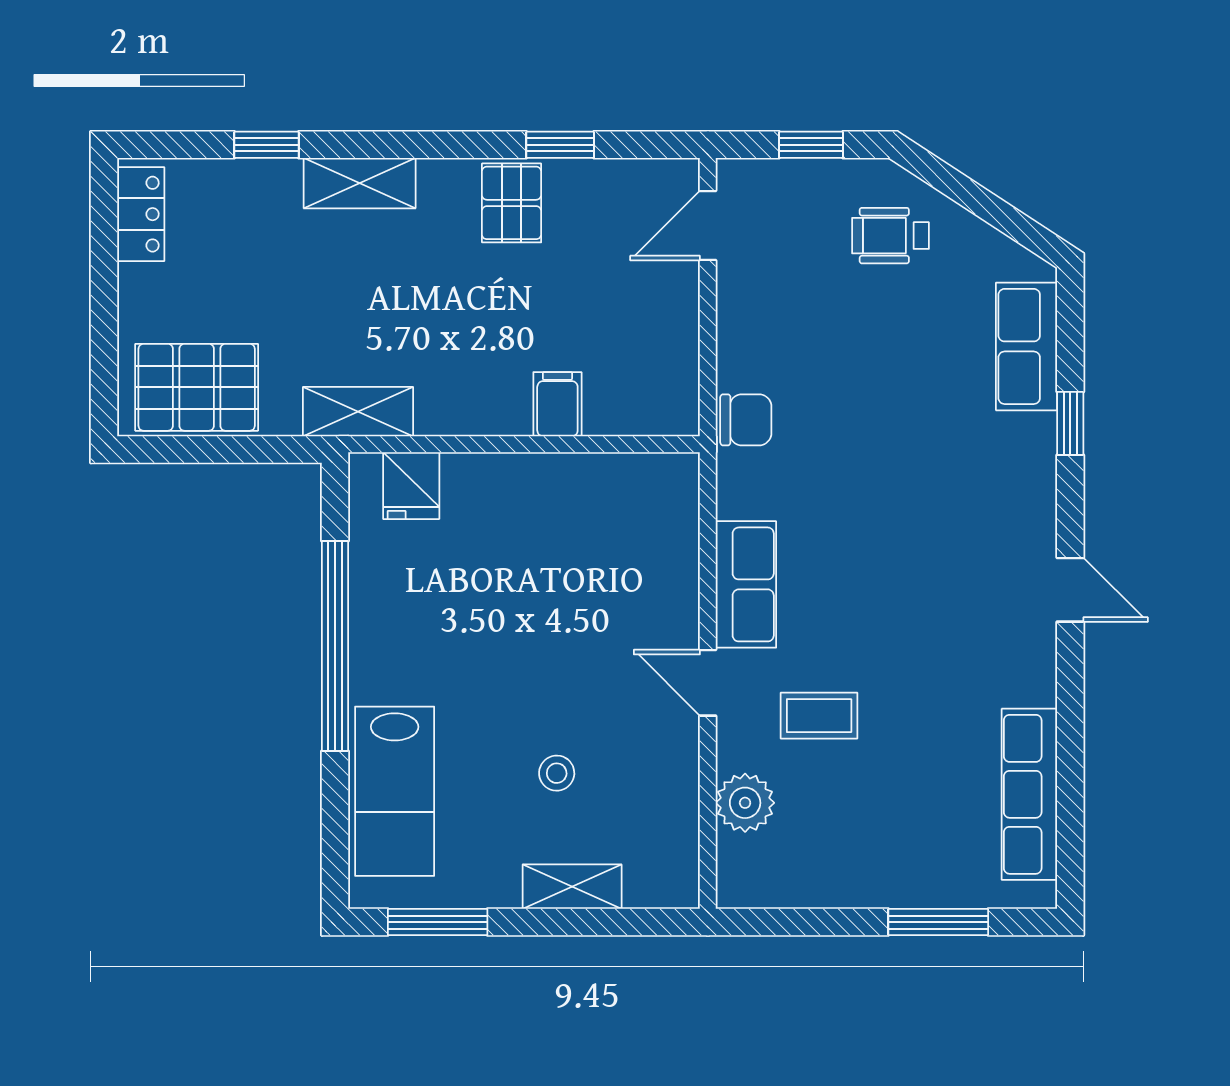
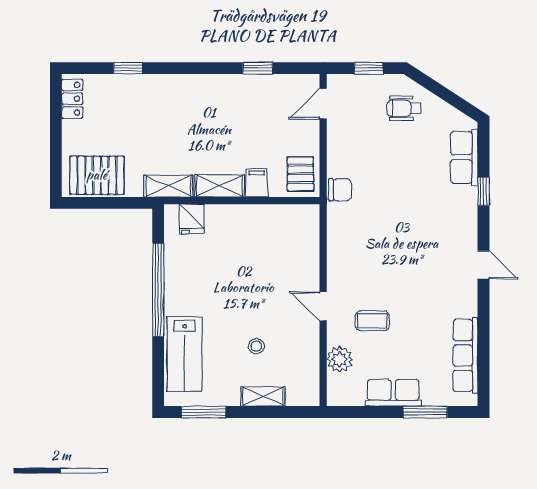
shelving: (360, 183) -> (219, 186), moved
pallet: (512, 203) -> (300, 174), moved
row of seats: (746, 584) -> (393, 393), moved, turned -90

